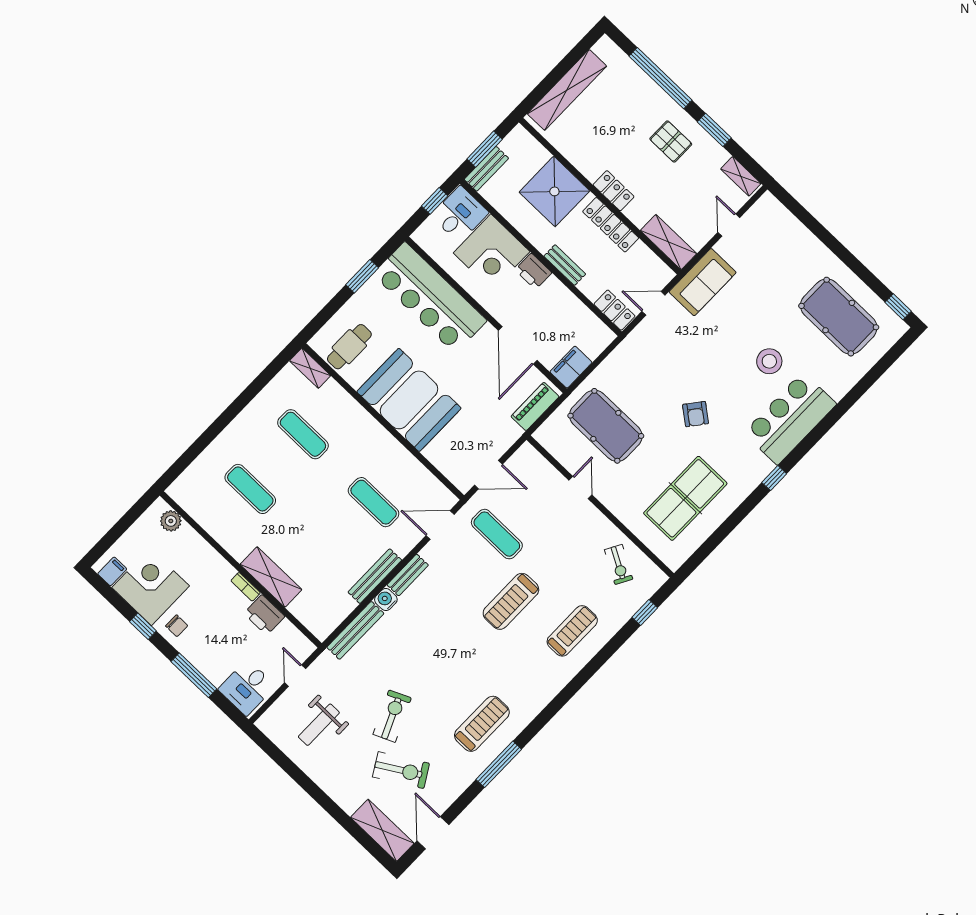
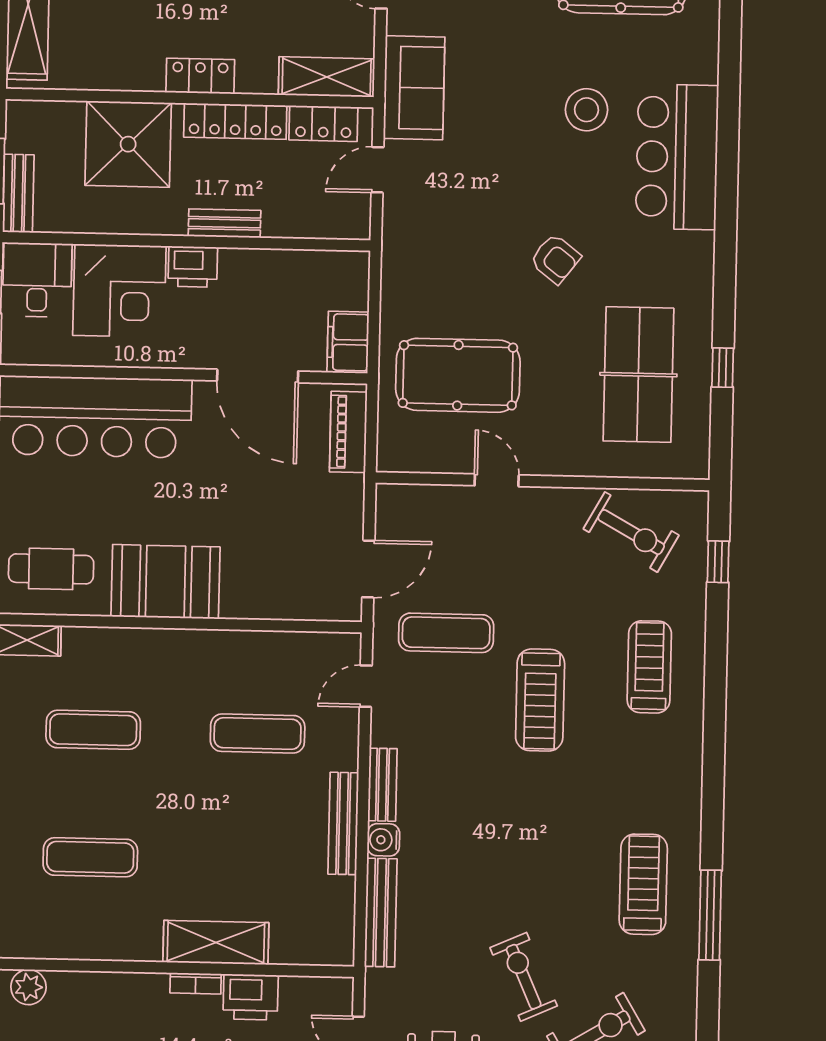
locker: (614, 310) -> (323, 124), moved, turned 180
cafe table: (349, 347) -> (51, 569), turned 90
booth: (409, 400) -> (165, 582), width x0.73, depth x0.70
window: (774, 478) -> (723, 368), moved
door: (440, 525) -> (366, 686), width x0.73
exercise bike: (619, 564) -> (631, 532), width x1.38, depth x1.39

